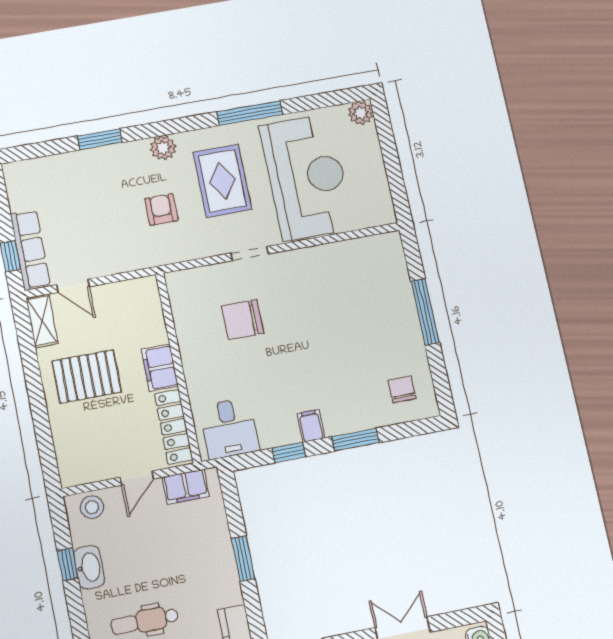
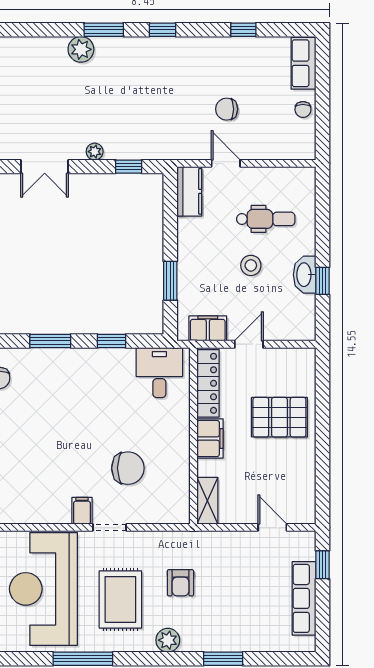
row of seats: (30, 250) -> (304, 598), moved
shelving: (42, 321) -> (207, 501), moved
pallet: (87, 377) -> (279, 417), moved
filing cabinet: (311, 426) -> (82, 511), moved, turned 180
stool: (92, 507) -> (251, 265), moved
window: (243, 558) -> (170, 281), moved

